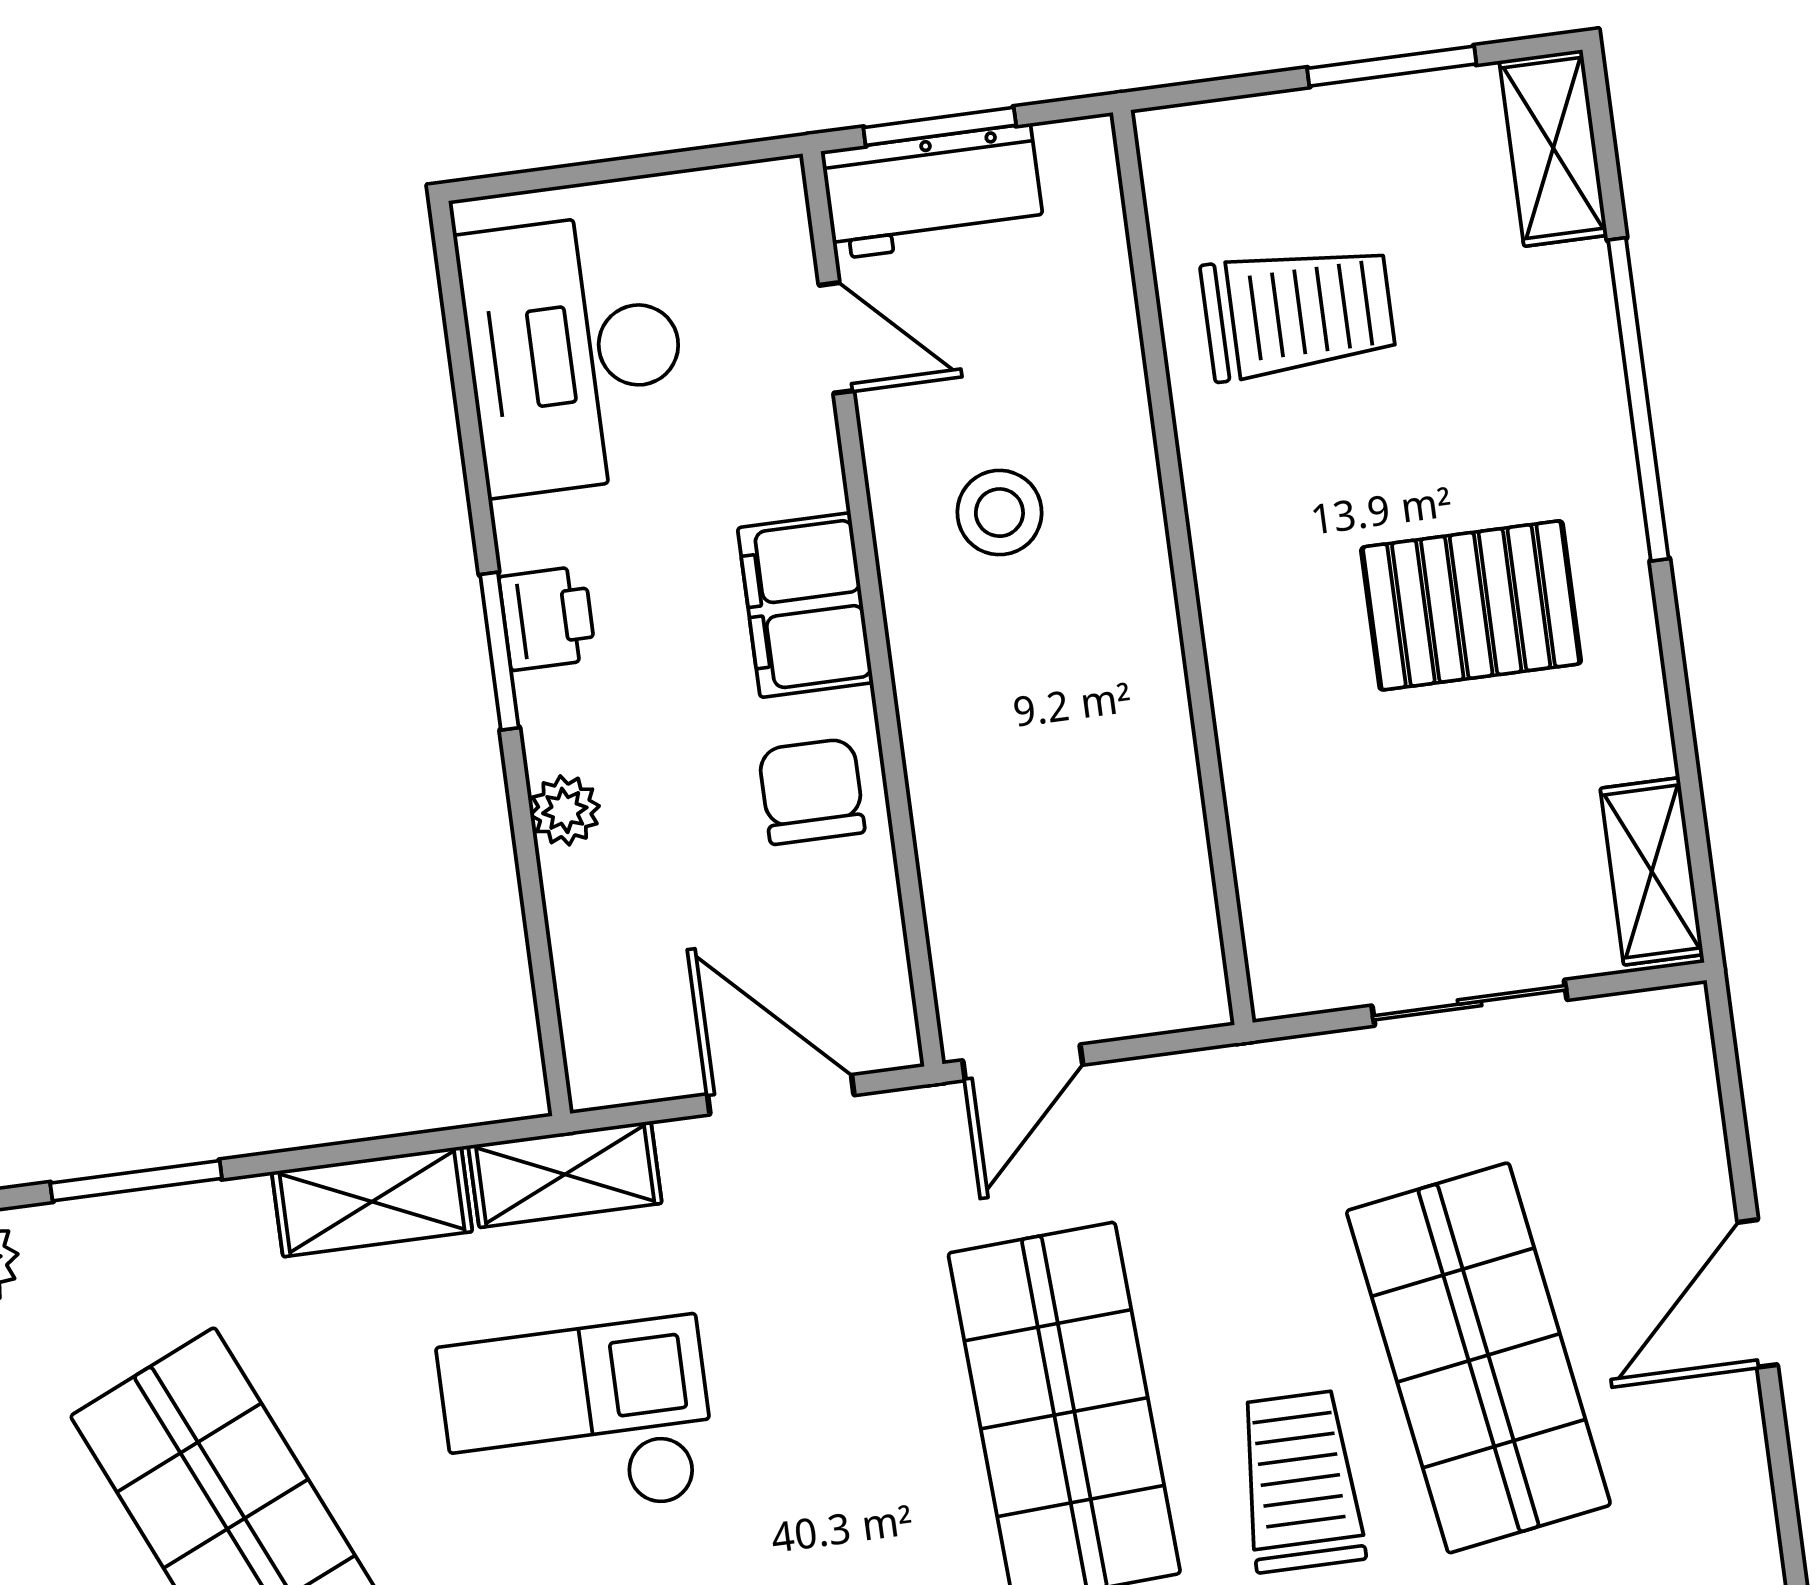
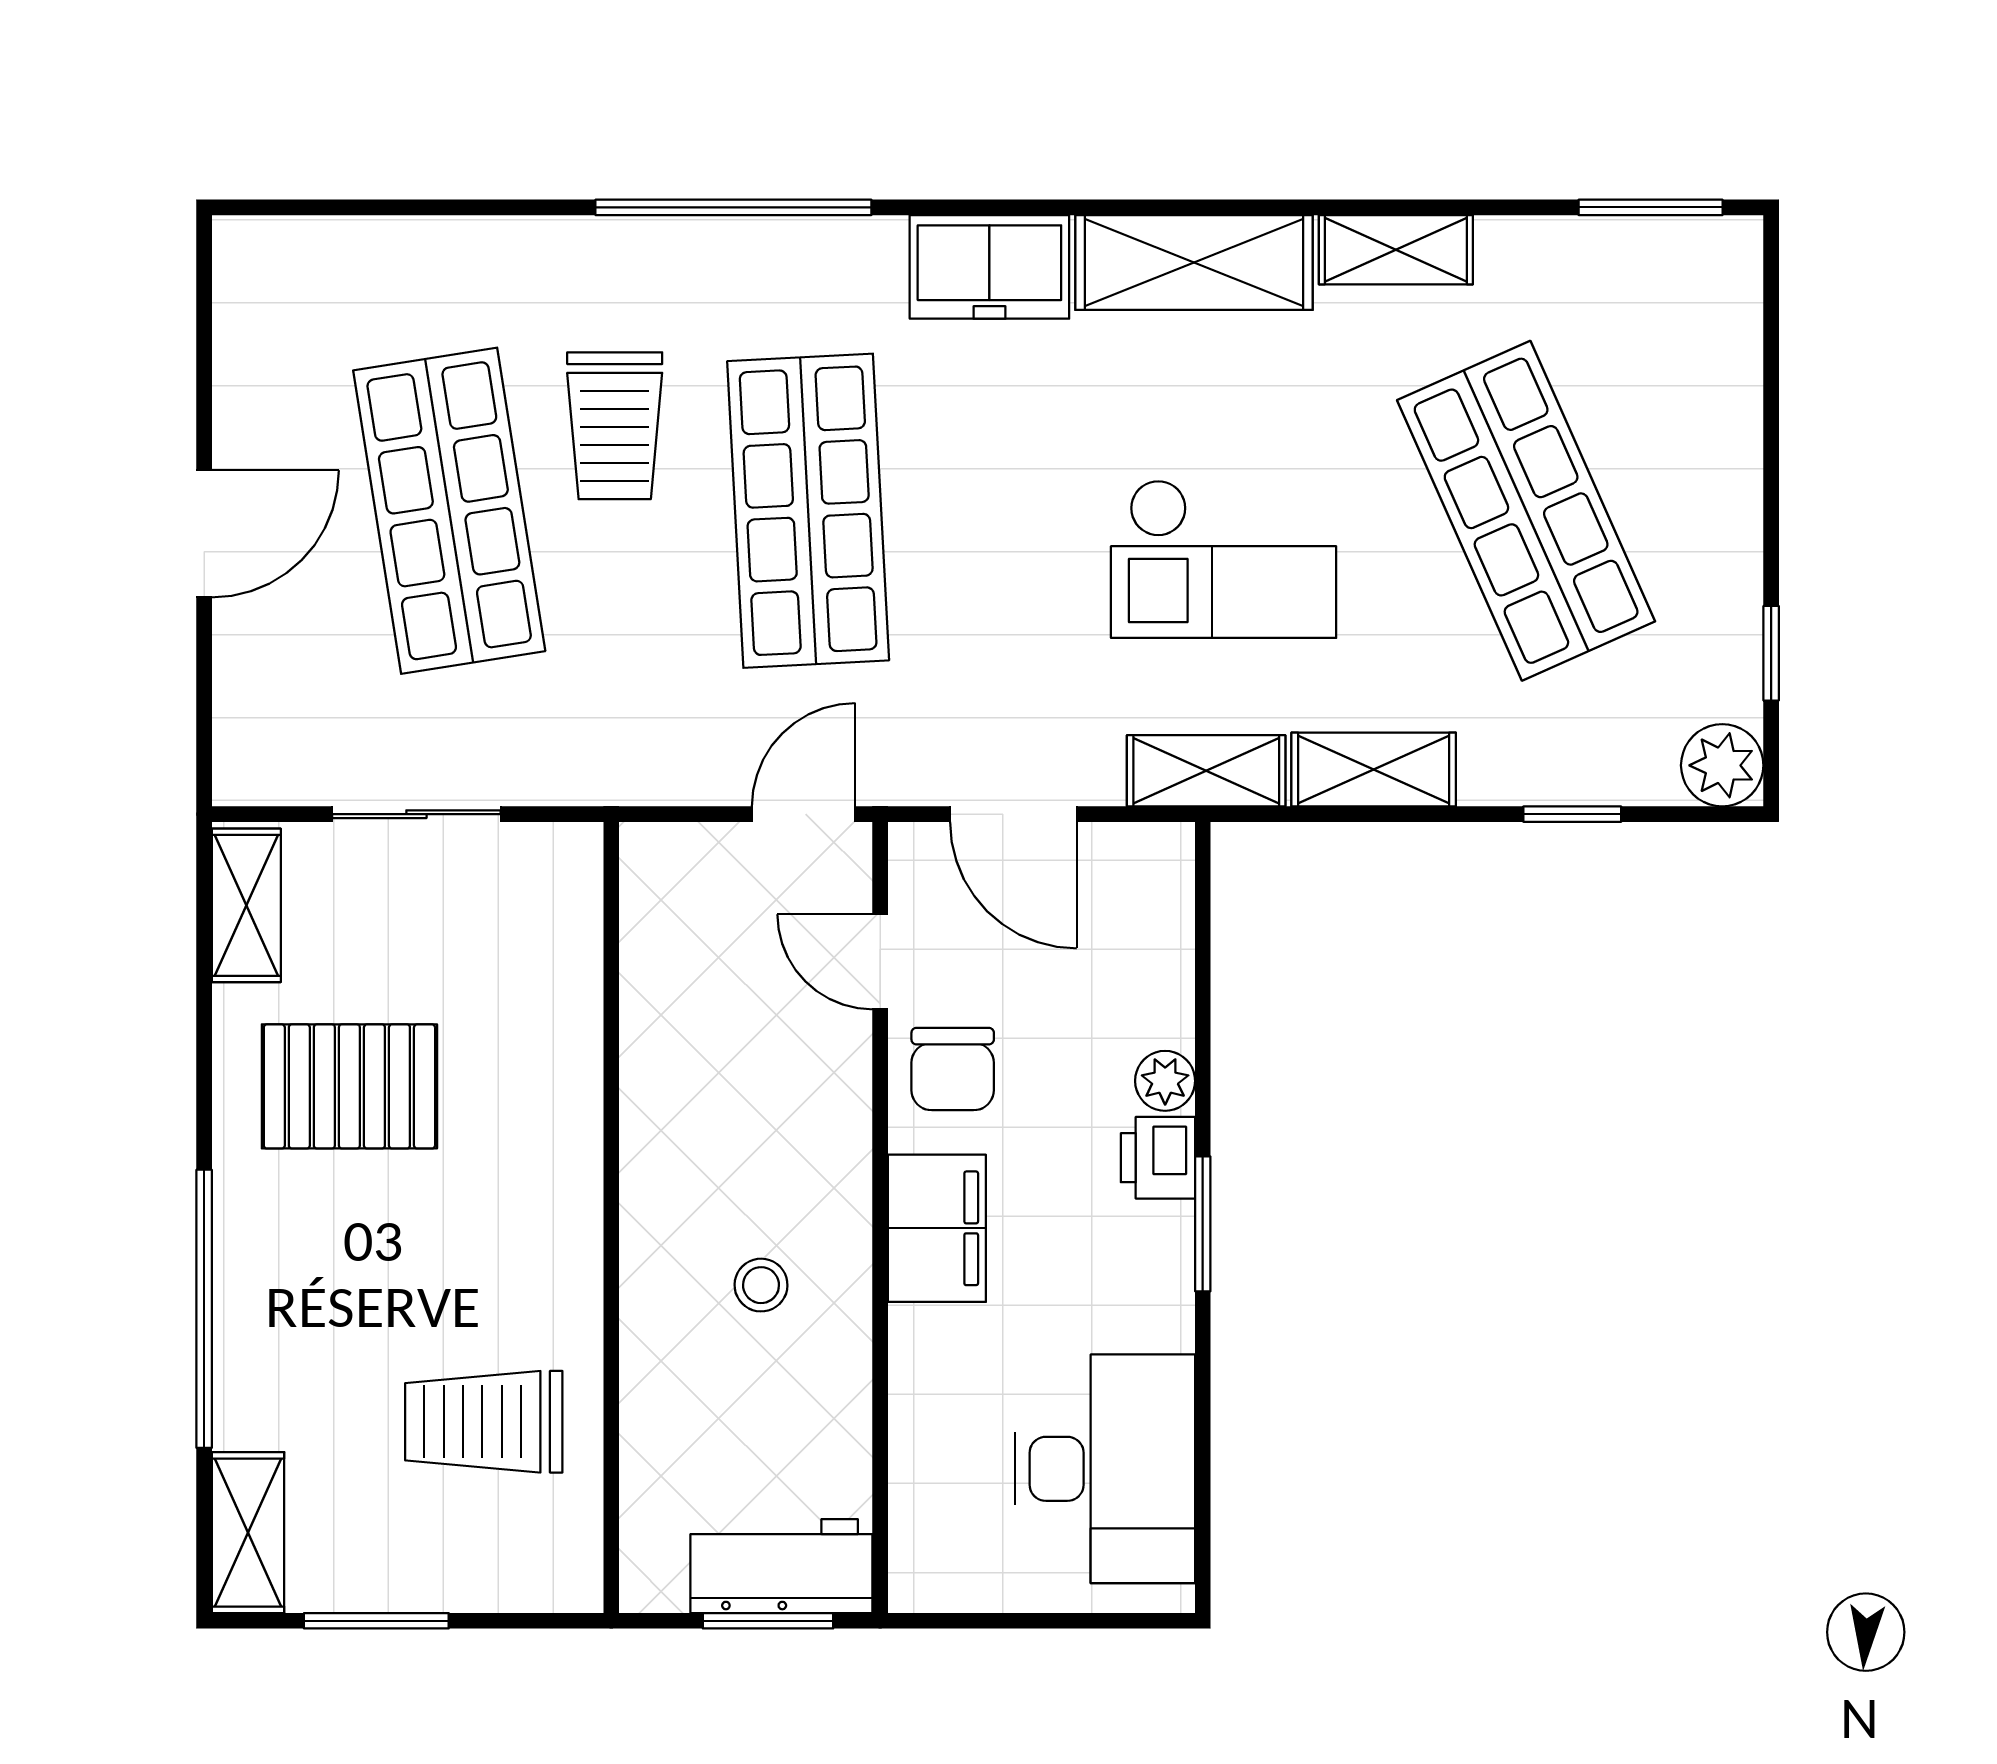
door: (836, 338) -> (880, 962), moved
stool: (999, 513) -> (761, 1285), width x0.73, depth x0.73
pallet: (1471, 605) -> (349, 1086), moved
printer: (547, 618) -> (1158, 1158), moved
window: (136, 1181) -> (1572, 814), width x0.67

